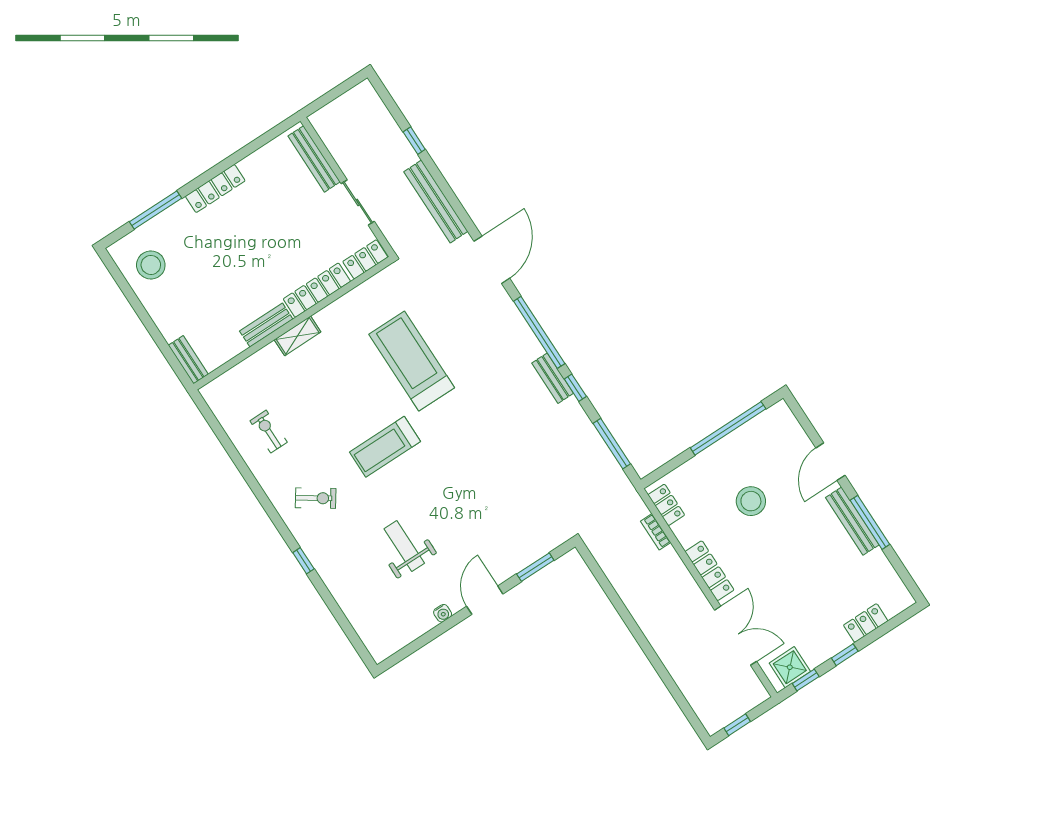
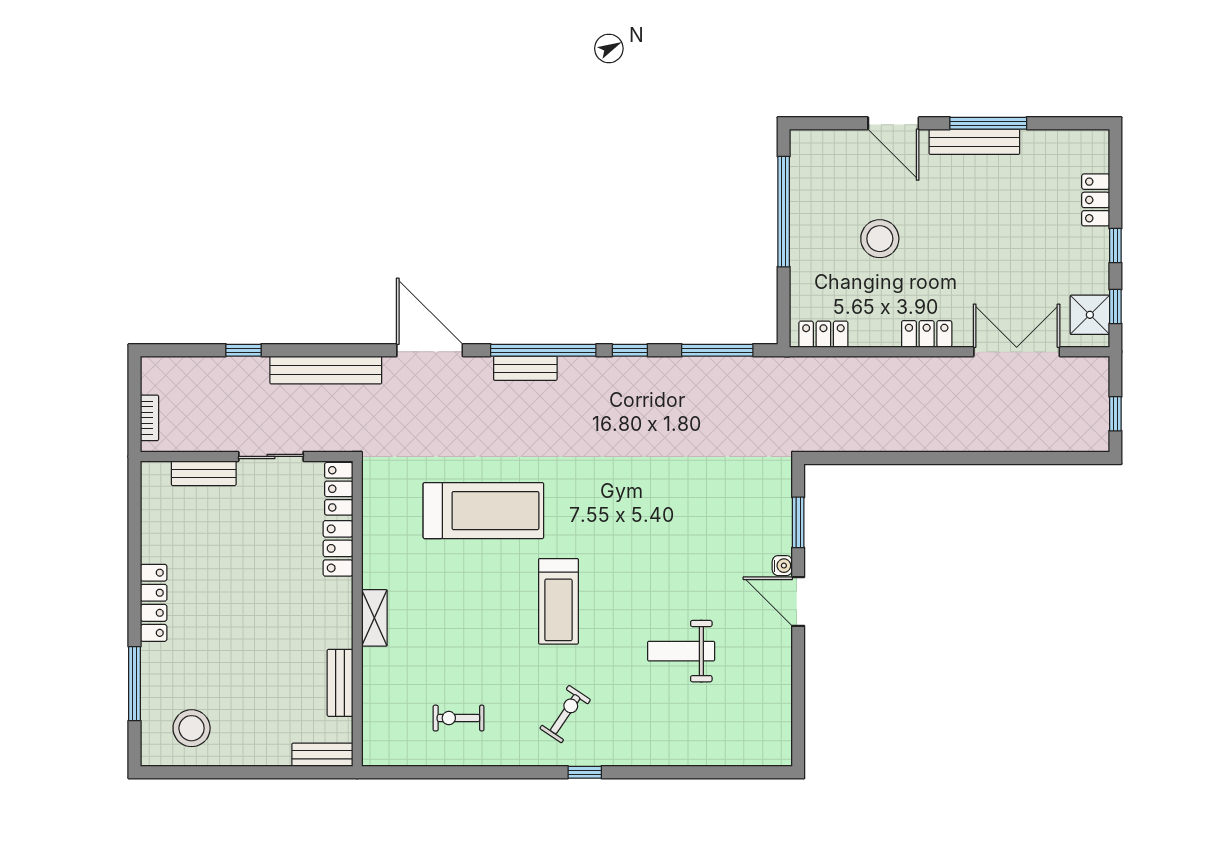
bench: (314, 159) -> (204, 473), width x0.73
locker: (317, 290) -> (338, 548), width x0.66
bench: (266, 325) -> (340, 683), moved
treadmill: (412, 361) -> (483, 511), turned 180
bench: (553, 378) -> (525, 368), moved
bookcase: (656, 532) -> (149, 418), moved, turned -90
window: (303, 561) -> (585, 772), moved
locker: (709, 571) -> (927, 334), width x0.66
water cooler: (443, 613) -> (782, 566), moved

